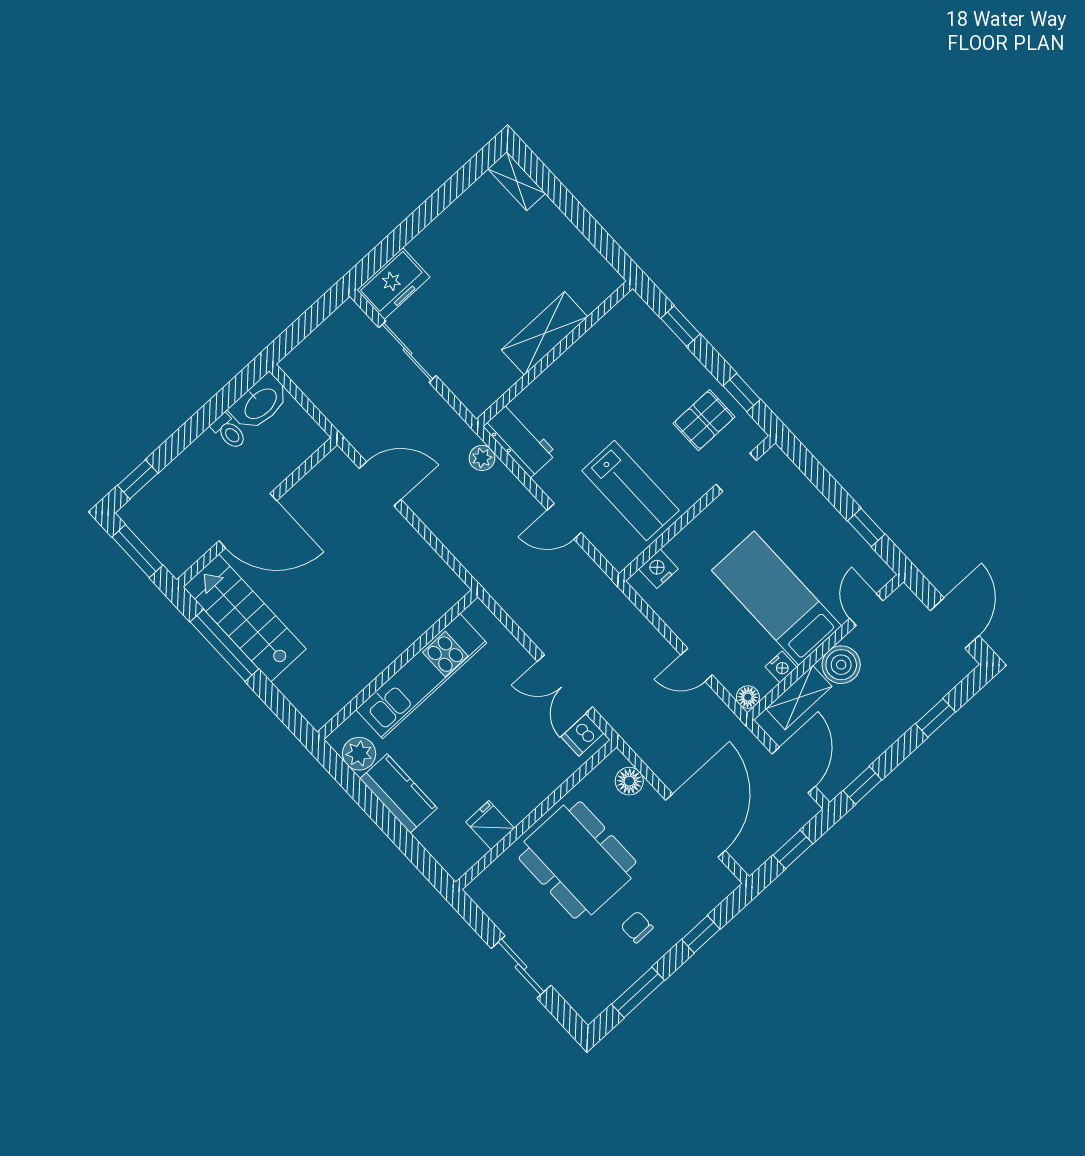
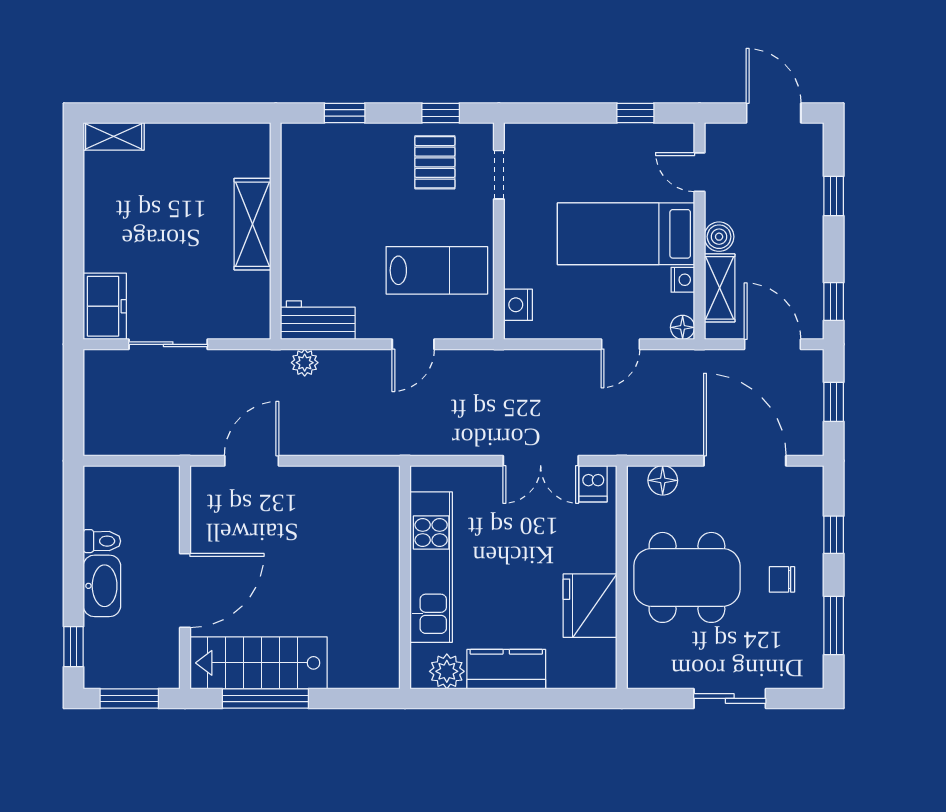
washbasin: (260, 403) -> (102, 586), moved
boiler: (841, 665) -> (719, 237), width x0.73, depth x0.73
fridge: (490, 825) -> (590, 606), width x1.88, depth x1.34

